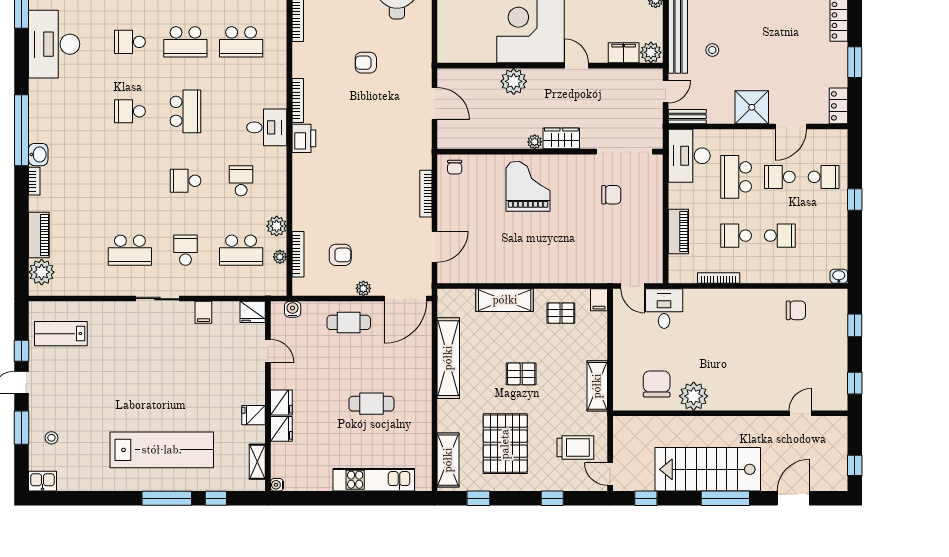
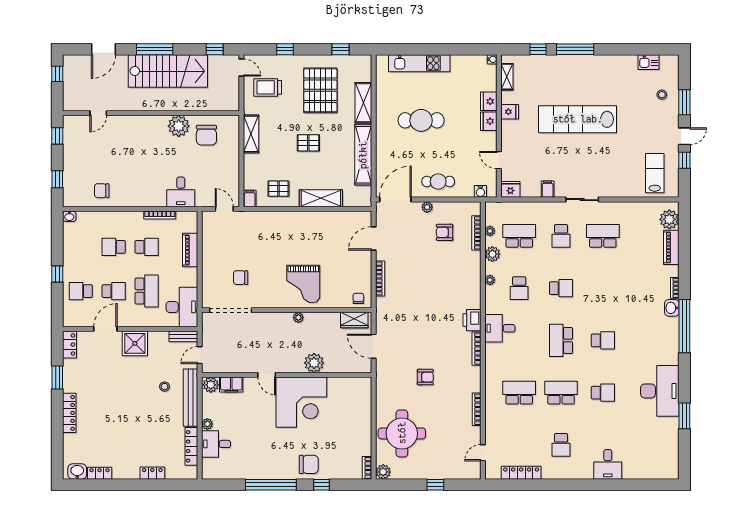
wardrobe: (561, 138) -> (354, 320), moved
plant: (280, 192) -> (490, 280), added
desk: (664, 309) -> (181, 192), moved
lab bench: (61, 334) -> (655, 173), turned -90
cafe table: (371, 404) -> (421, 120), width x1.37, depth x1.35
lab bench: (162, 450) -> (578, 119), moved
shelving: (448, 460) -> (363, 103), moved
kitchen sink: (43, 481) -> (649, 62), moved

